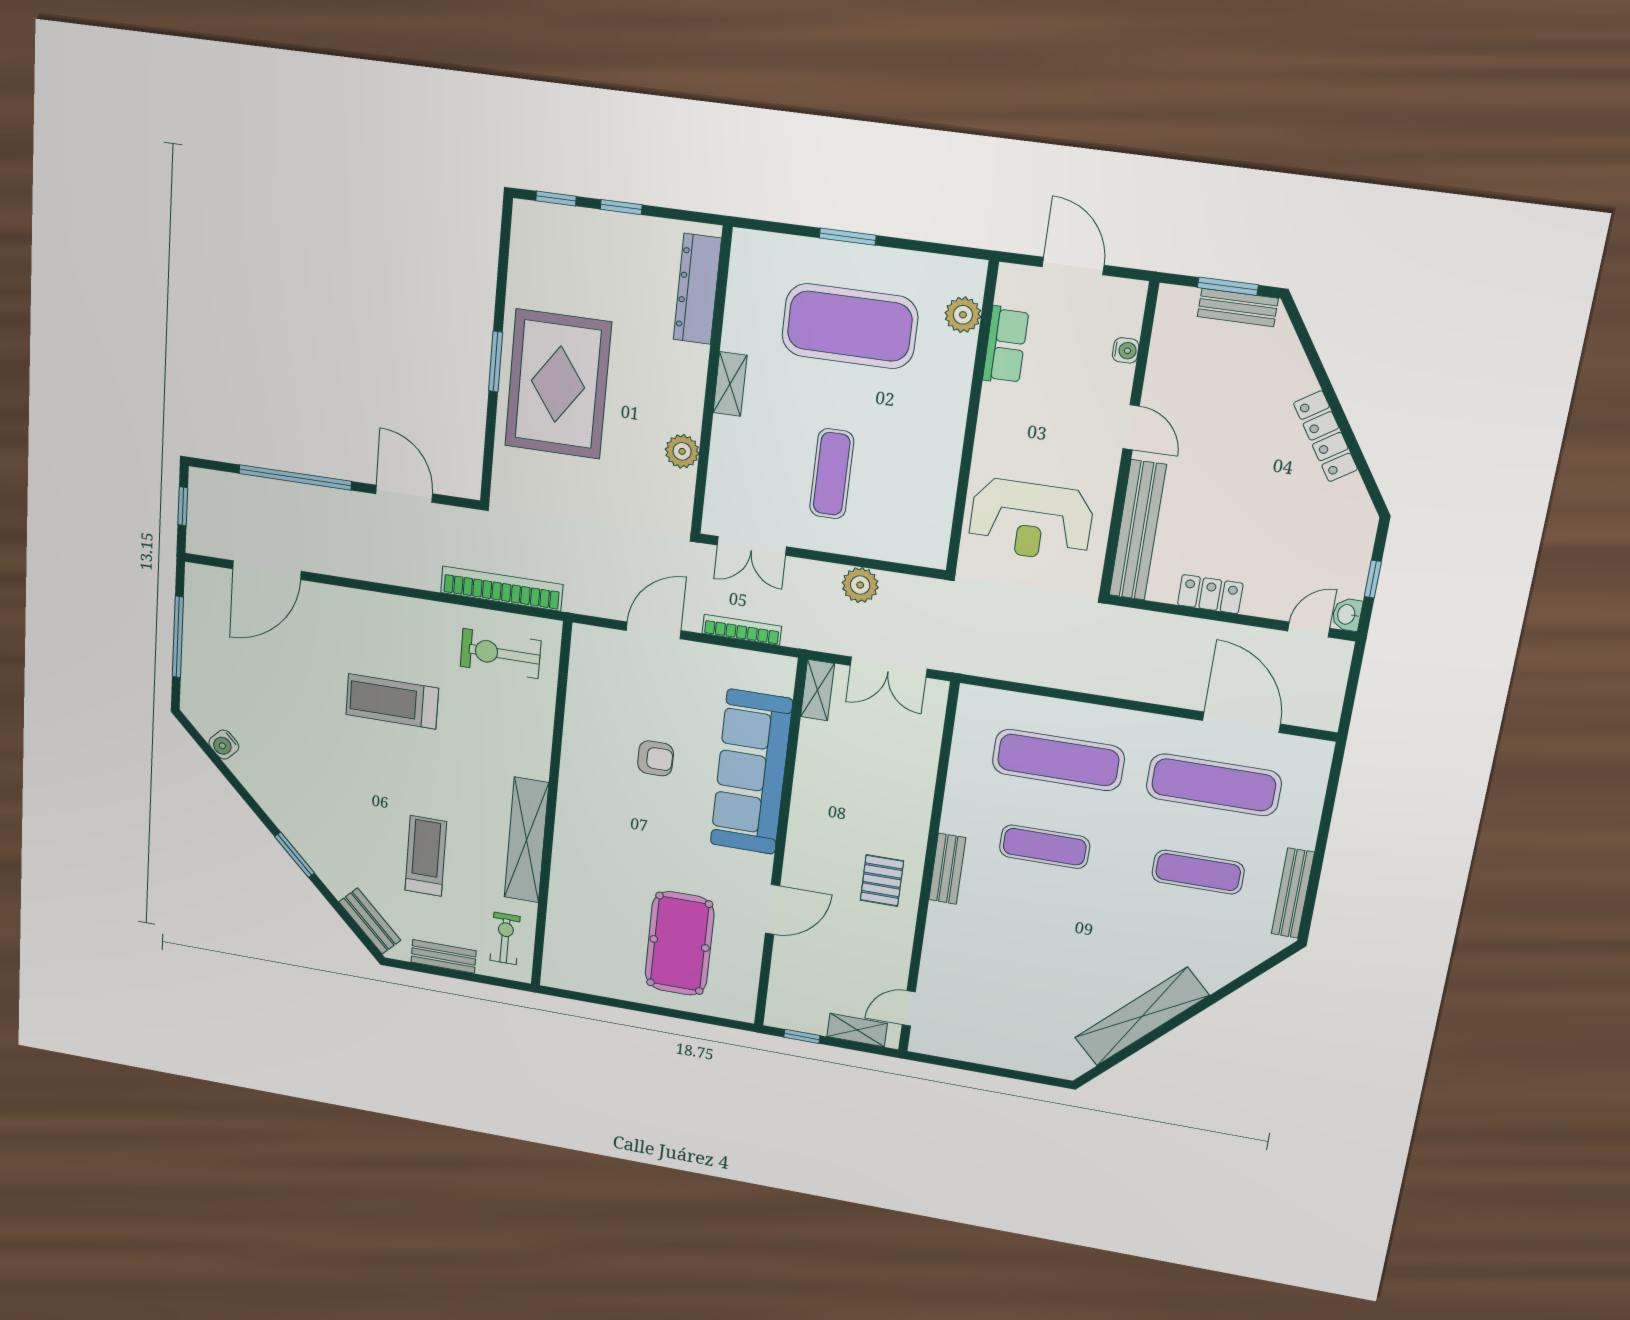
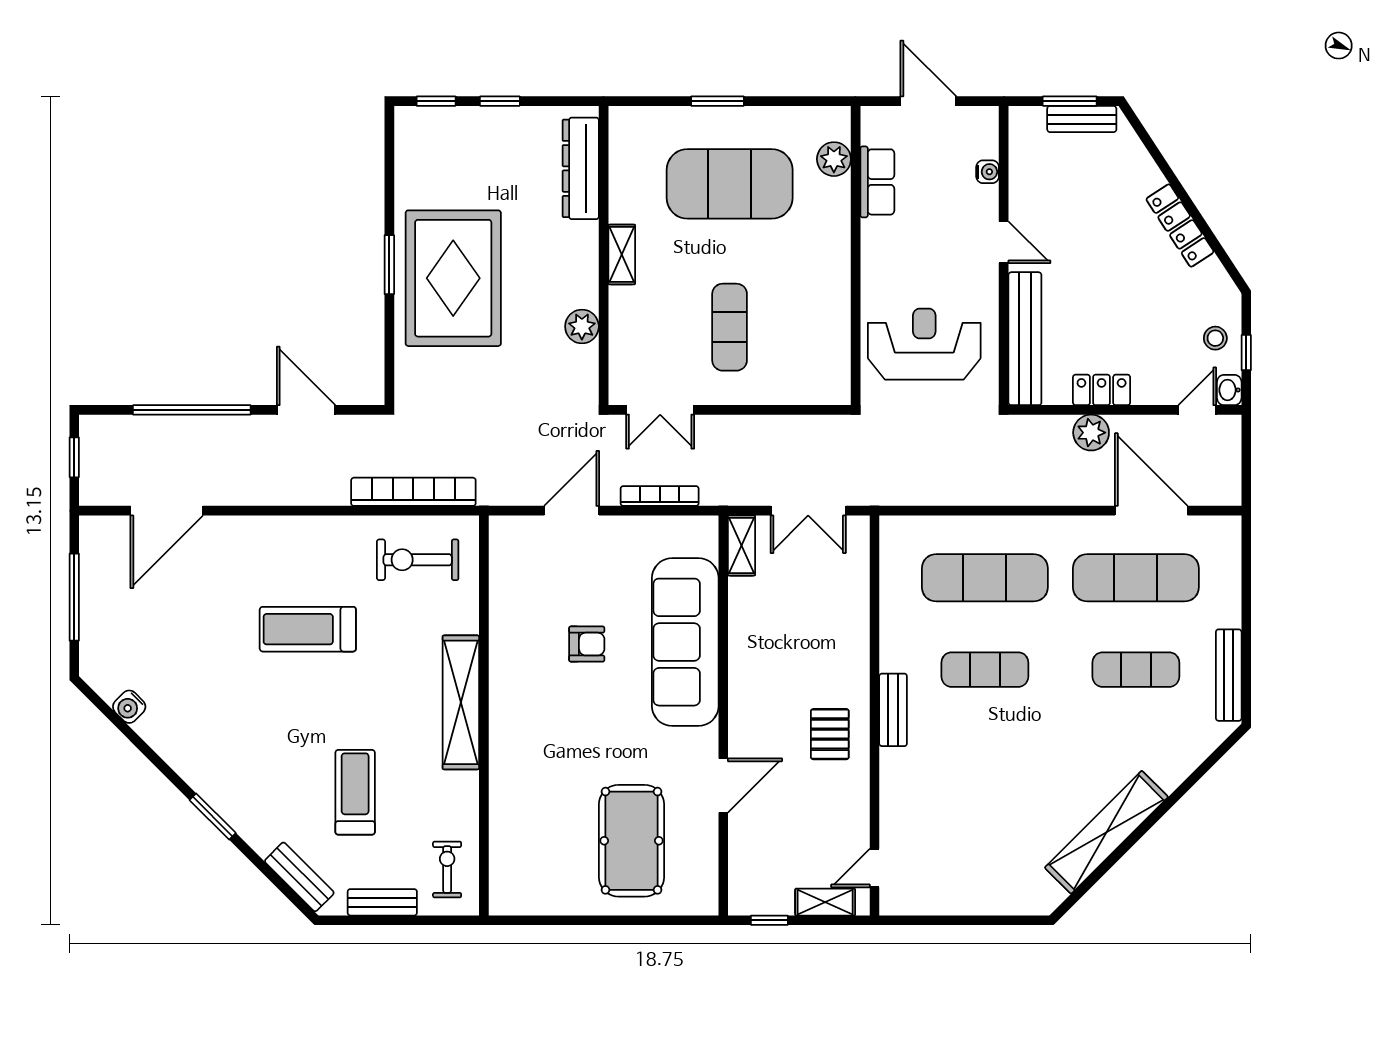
reception desk: (1031, 520) -> (924, 344), turned 180
stool: (1342, 559) -> (1215, 338), added
plant: (860, 585) -> (1091, 433), moved
shelving: (526, 840) -> (461, 702), moved

